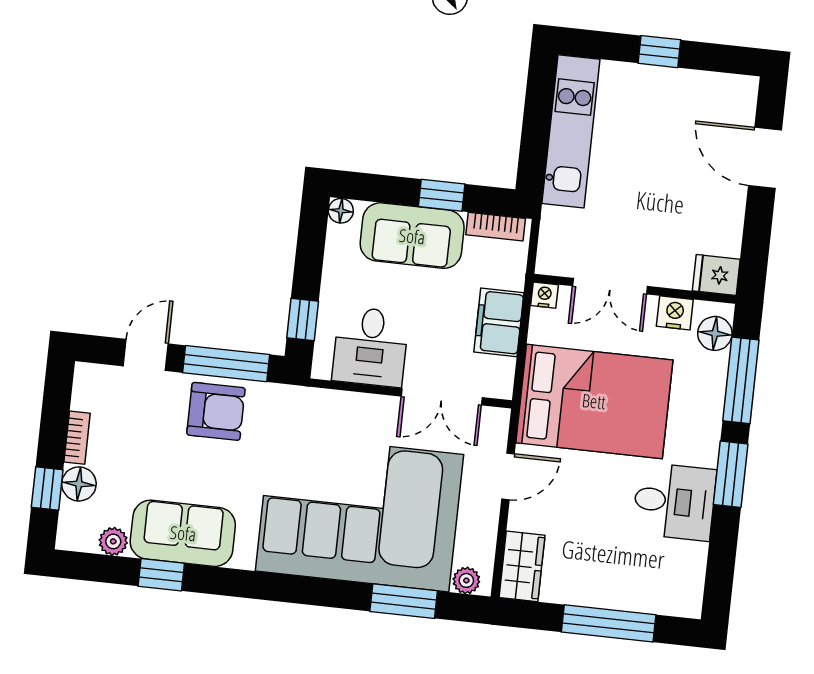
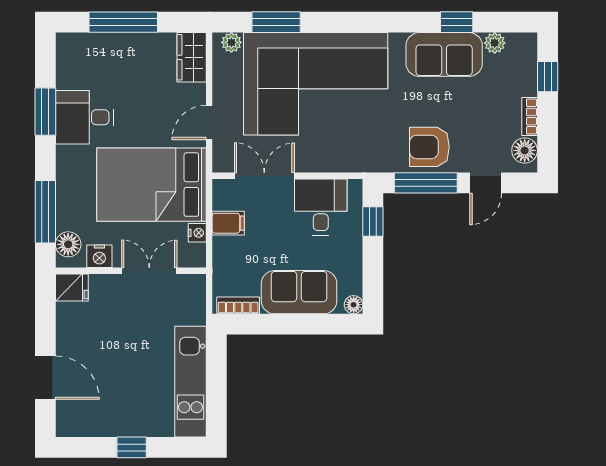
window: (442, 195) -> (280, 324), removed
nightstand: (545, 295) -> (197, 233), moved, turned -90
filing cabinet: (499, 322) -> (228, 223), width x0.50
window: (731, 474) -> (45, 112), moved
floor lamp: (79, 484) -> (525, 150), moved

